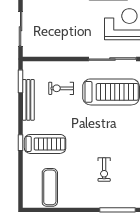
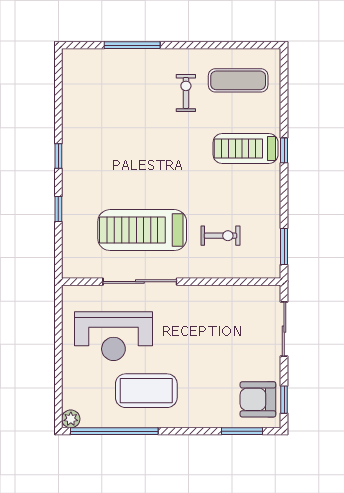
bench: (28, 100) -> (272, 217), removed
exercise bike: (104, 169) -> (186, 93), moved
exercise mat: (50, 187) -> (238, 80), turned 90

